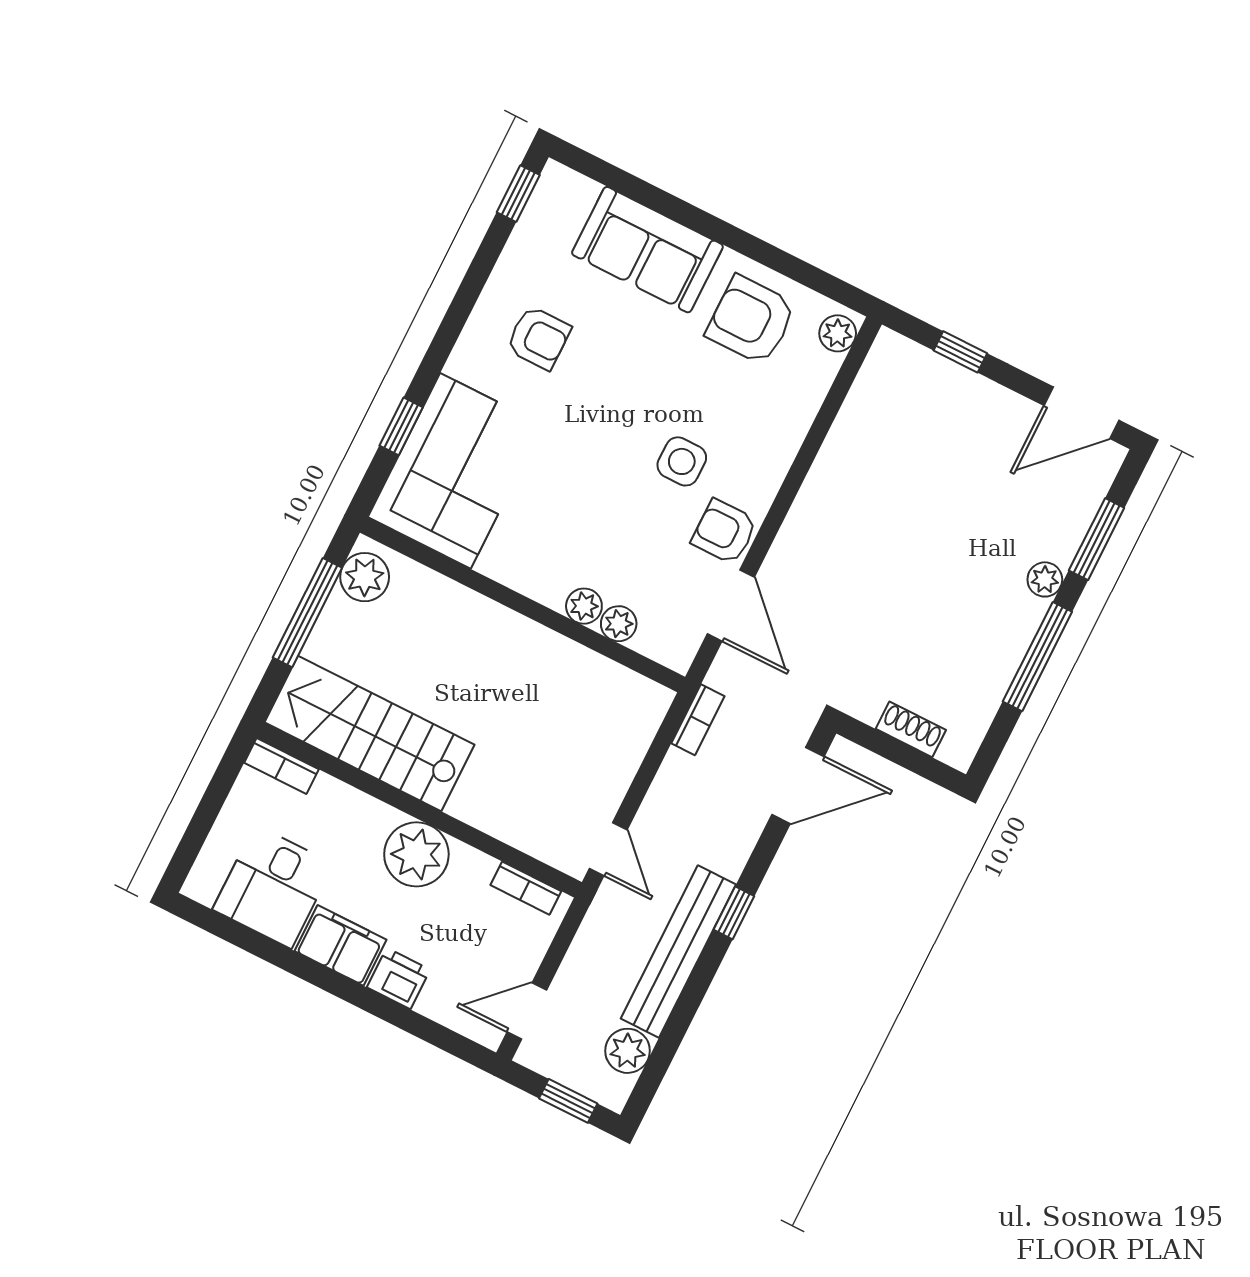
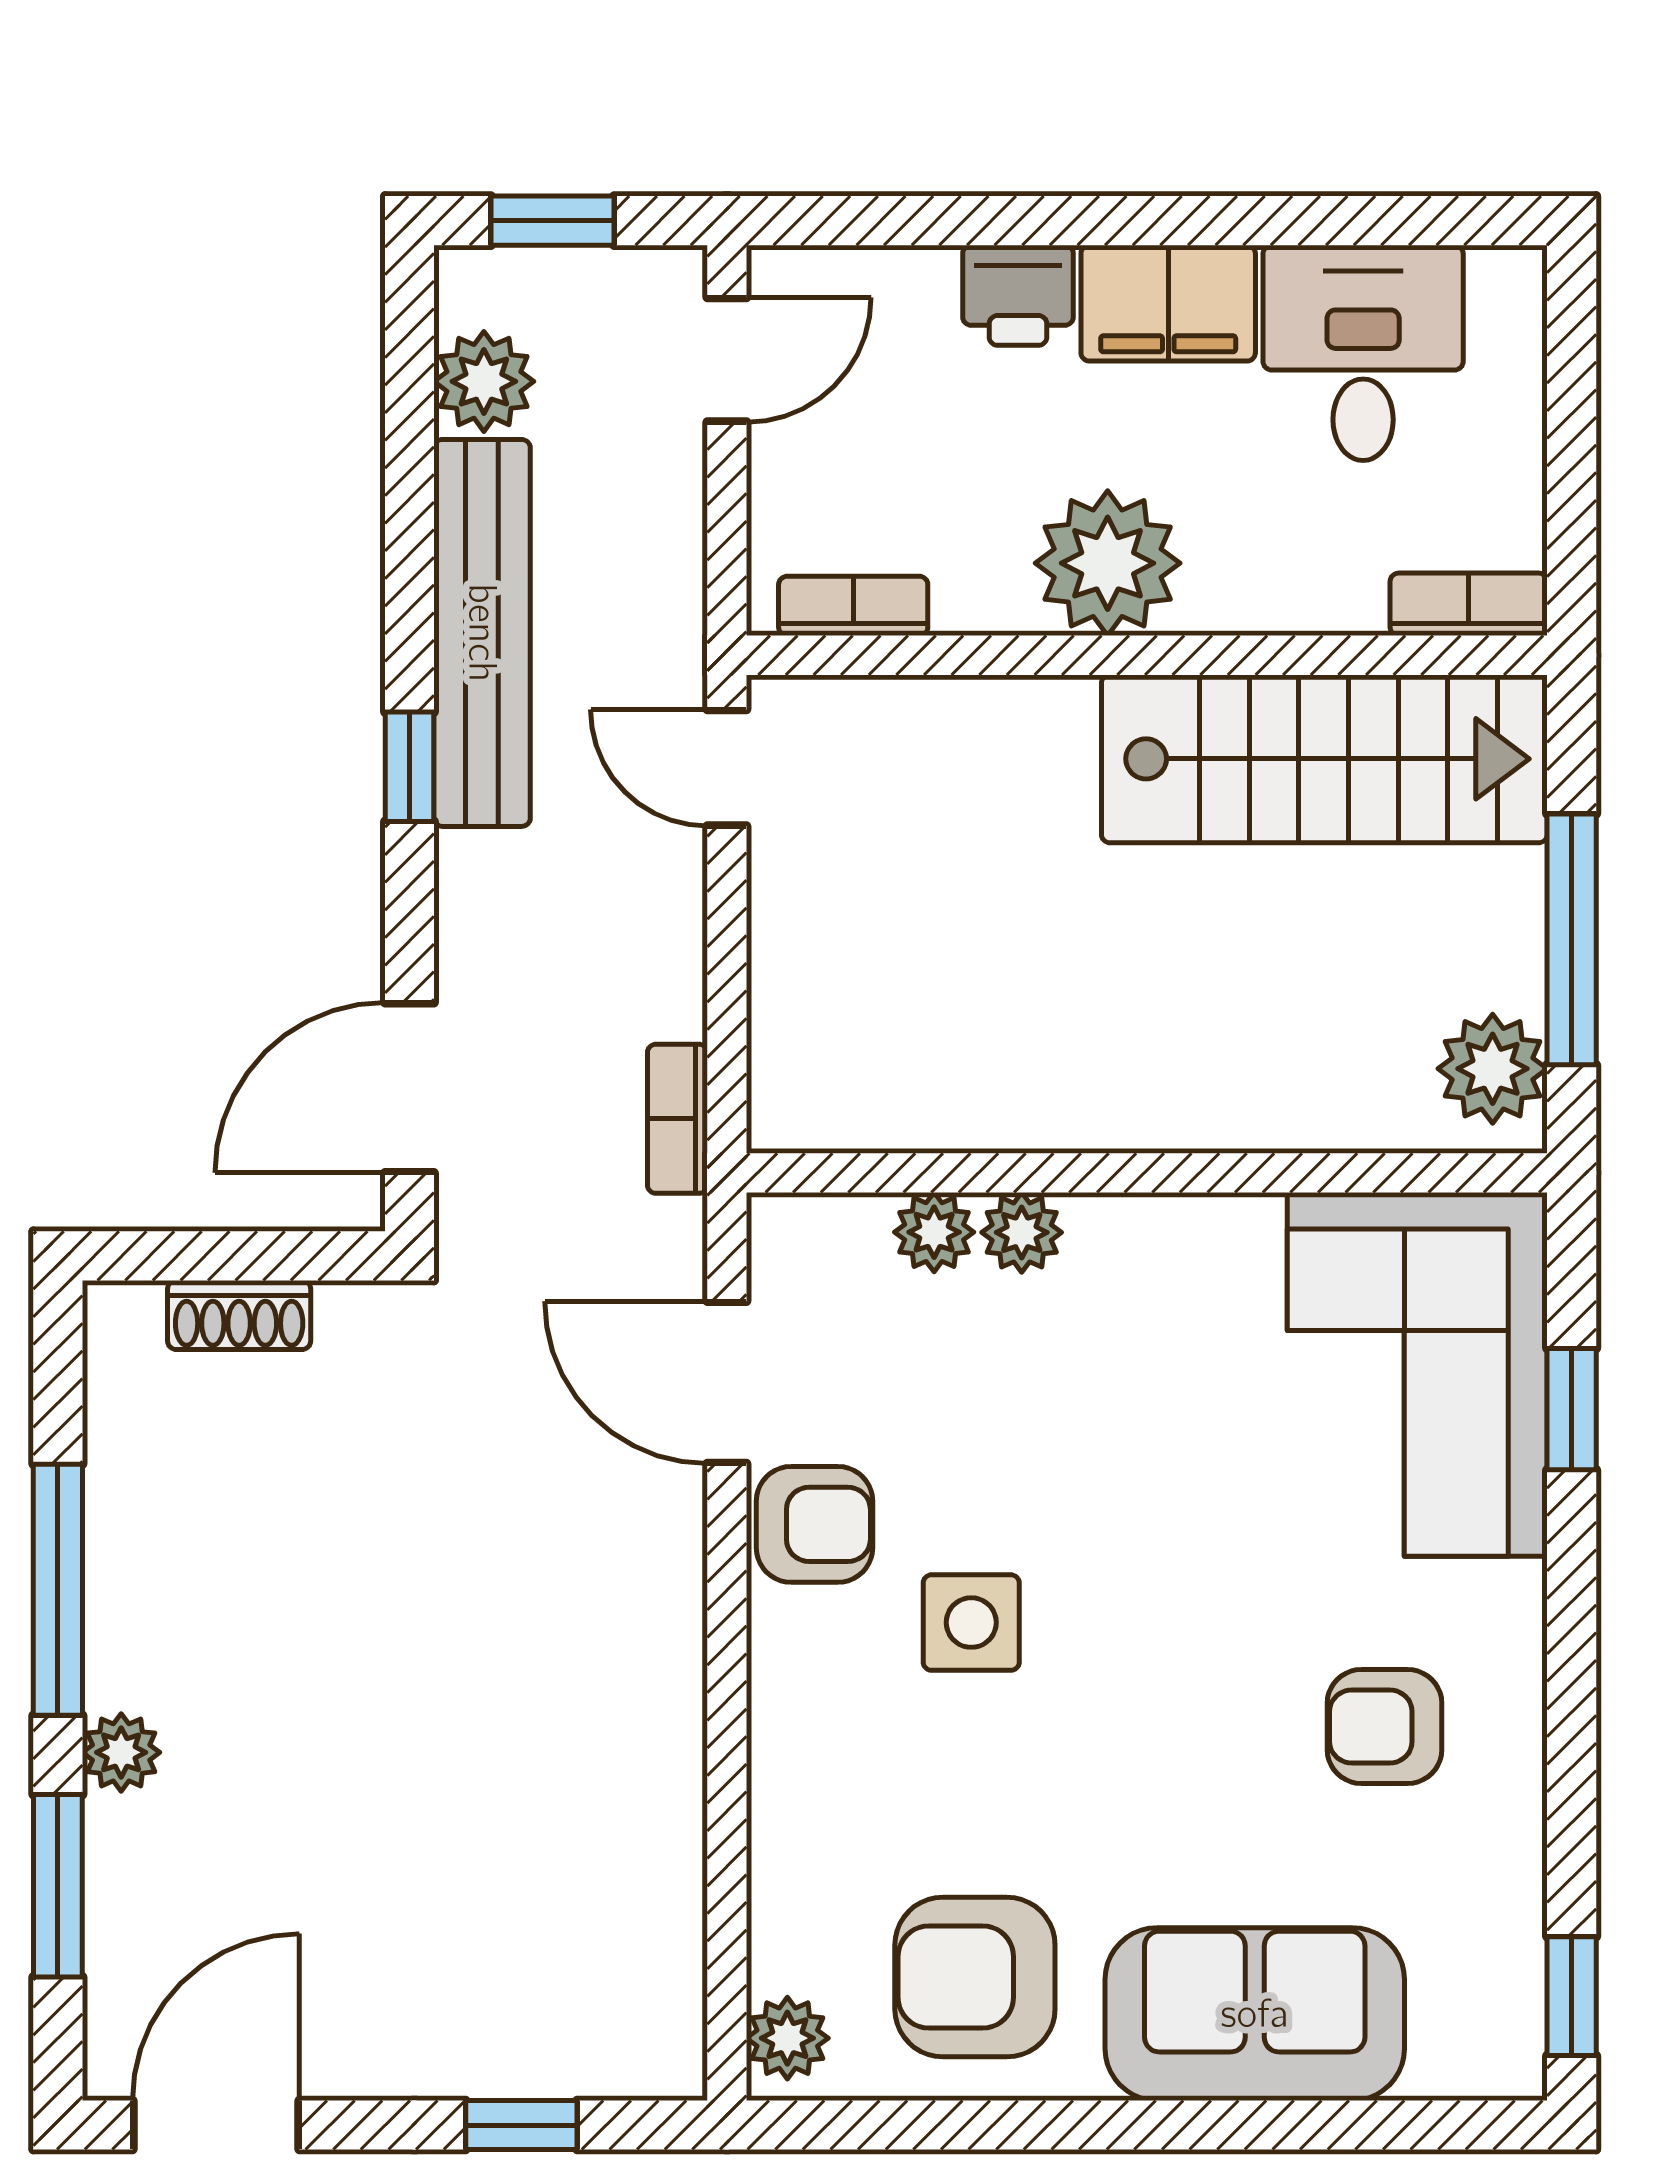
armchair: (751, 320) -> (975, 1977), turned 180

